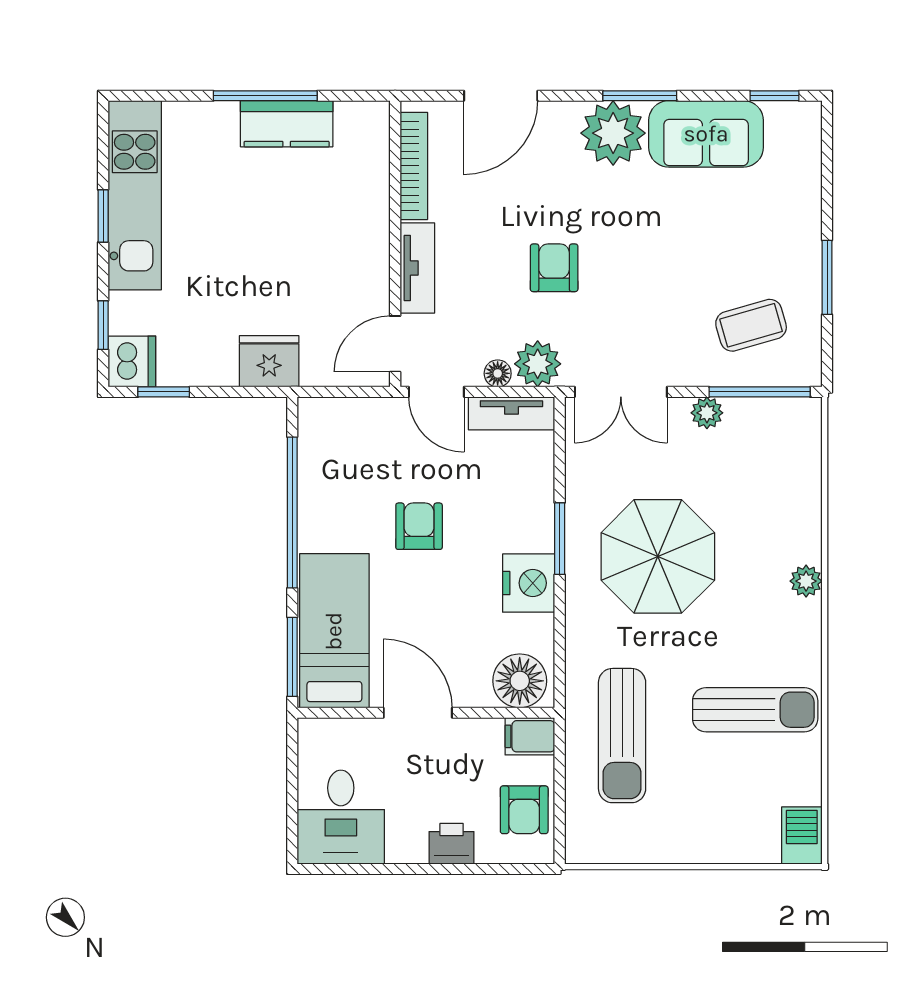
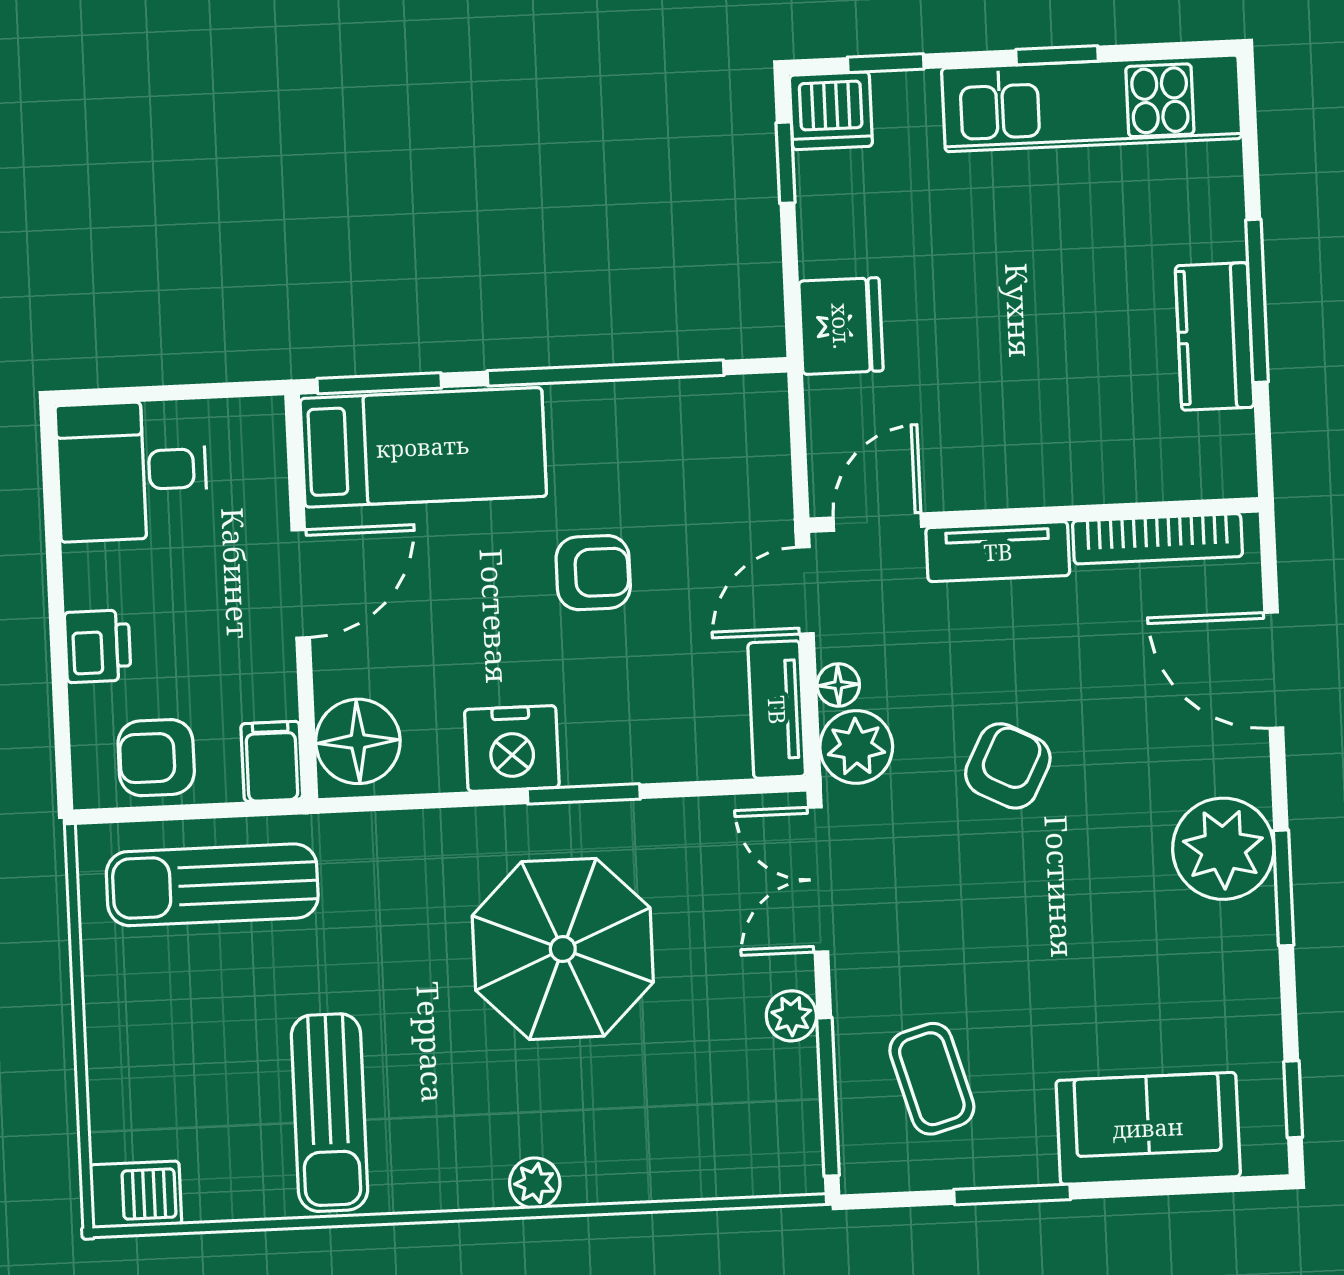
sofa: (706, 134) -> (1148, 1128), moved, turned 90
armchair: (554, 268) -> (1008, 766), turned -63
door: (395, 344) -> (877, 522), hinge flipped
sun lounger: (622, 736) -> (212, 885), moved

